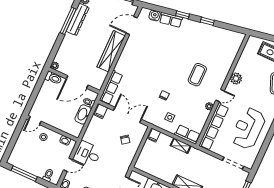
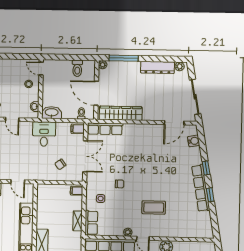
row of seats: (171, 20) -> (201, 188), moved, width x2.02
window: (68, 21) -> (124, 58), moved
door: (132, 26) -> (174, 123), swing flipped
wardrobe: (111, 51) -> (121, 113), moved
toilet: (53, 78) -> (77, 68), moved
washbasin: (83, 114) -> (52, 113), moved
desk: (87, 154) -> (44, 134), moved

